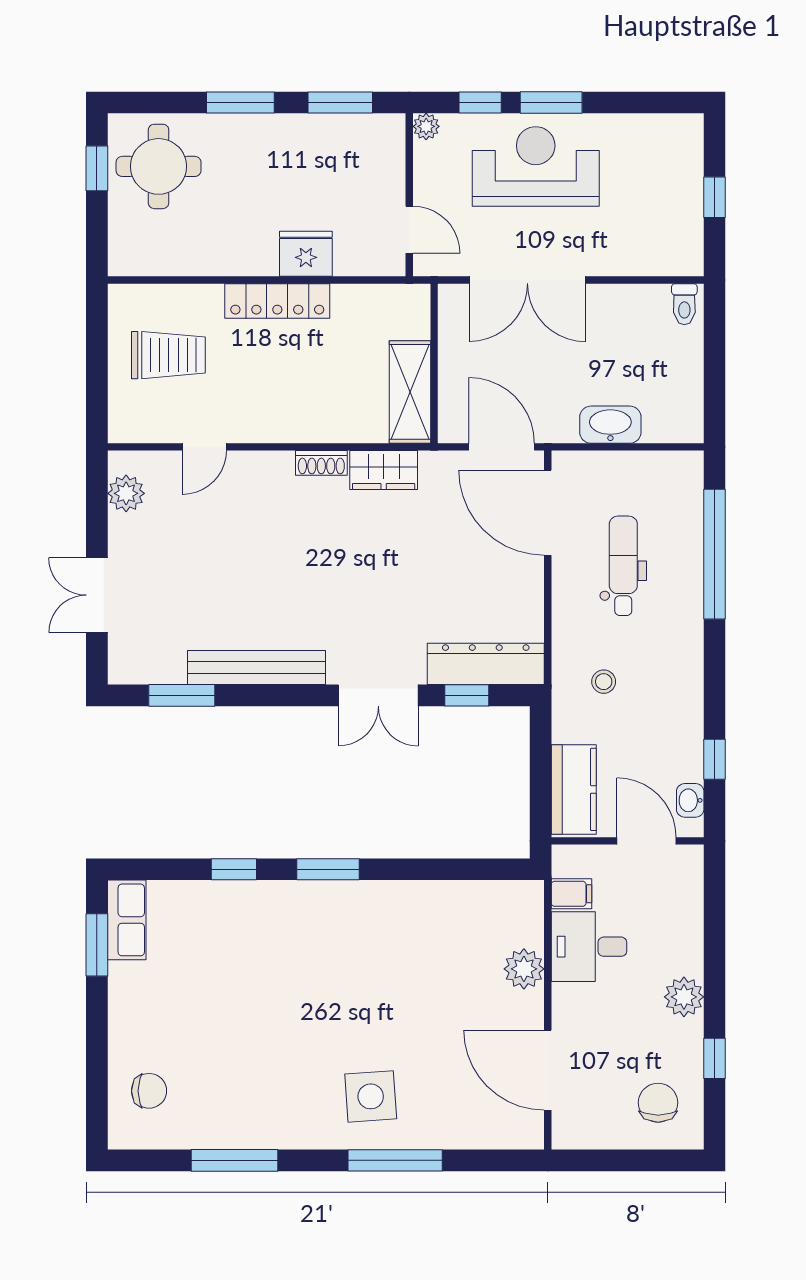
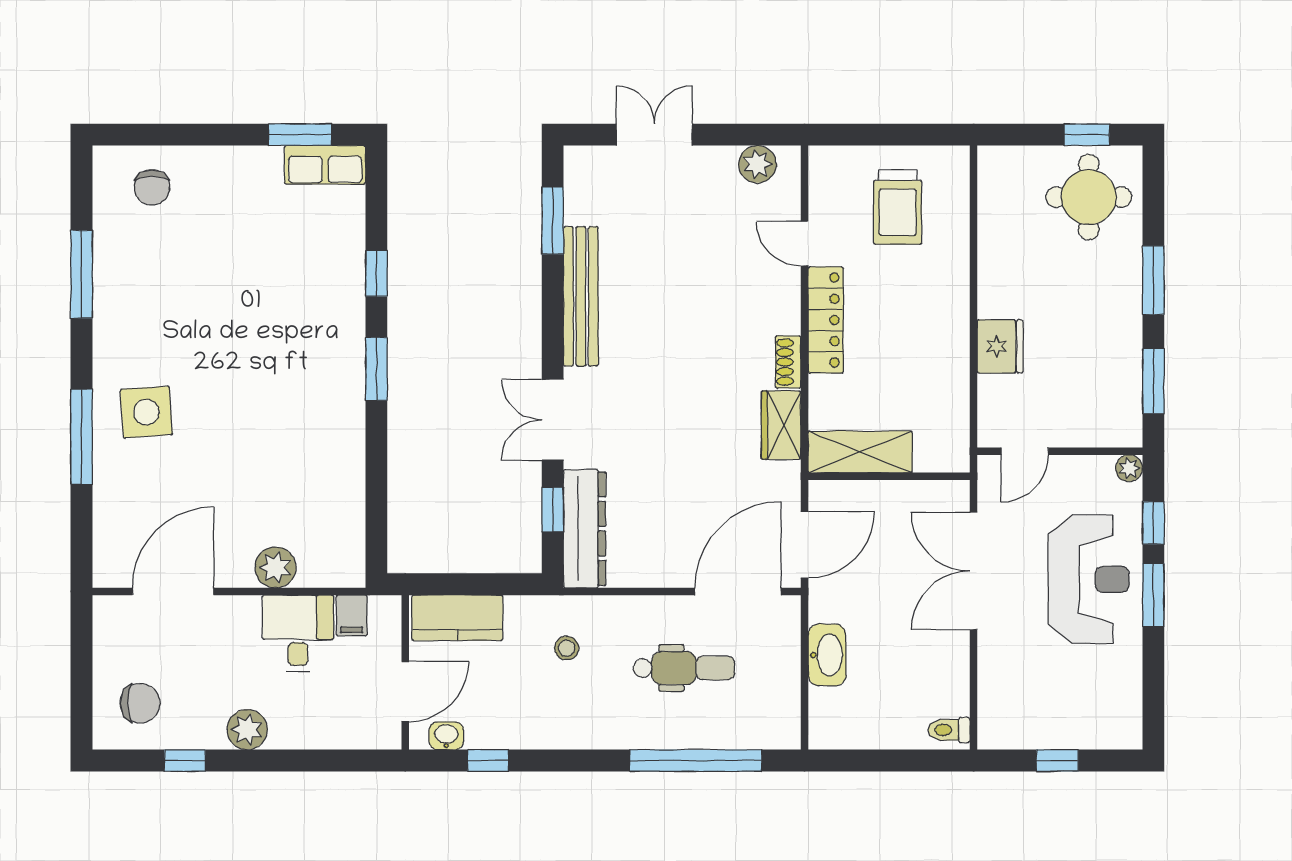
locker: (277, 301) -> (826, 320), moved, turned 180

